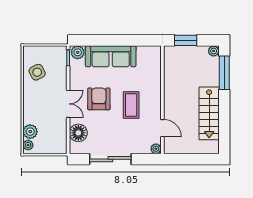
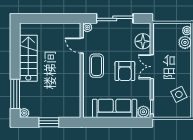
wall: (162, 100) -> (82, 70), moved
door: (162, 128) -> (82, 45), moved
plant: (156, 149) -> (87, 27), moved

